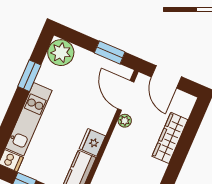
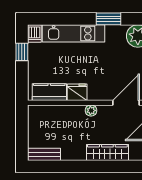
plant: (125, 121) -> (91, 110), moved

